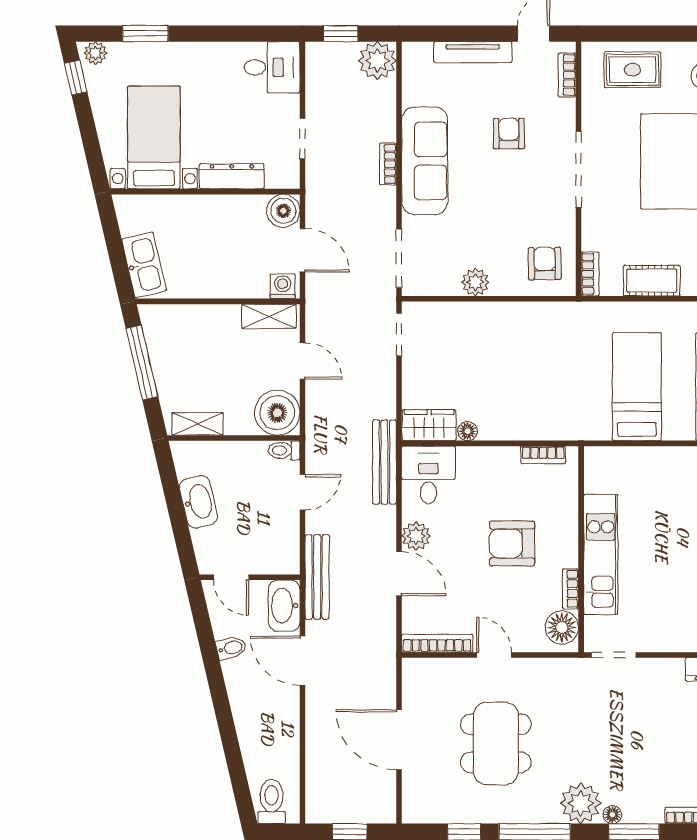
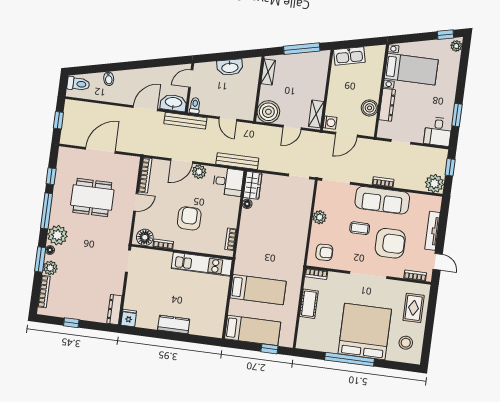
window: (145, 34) -> (457, 115), moved
armchair: (509, 134) -> (390, 243), width x1.88, depth x1.88
coffee table: (487, 199) -> (360, 228), added
boiler: (283, 211) -> (370, 108), moved
toilet: (284, 450) -> (195, 105), moved
kitchen unit: (601, 555) -> (202, 264), moved
bidet: (231, 648) -> (109, 79), moved
plant: (648, 809) -> (50, 268), added

